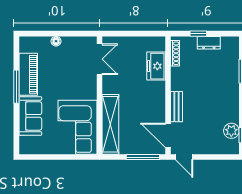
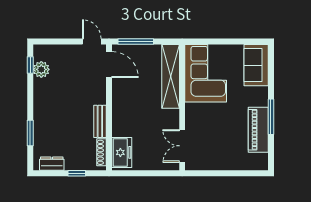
floor lamp: (56, 41) -> (229, 165), removed
dresser: (209, 43) -> (52, 164), moved
freezer: (156, 66) -> (122, 152), moved
bench: (176, 107) -> (100, 121), moved
sofa: (30, 116) -> (256, 65), moved

